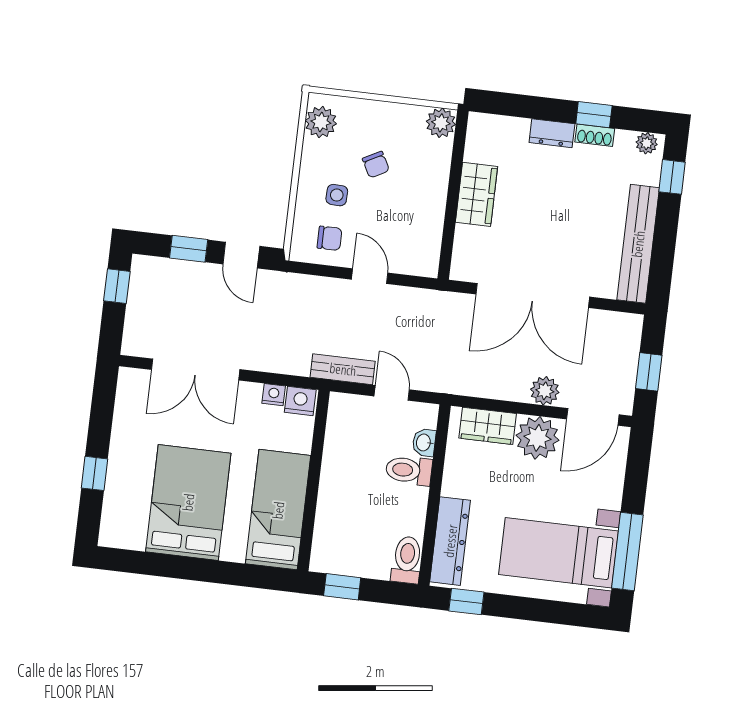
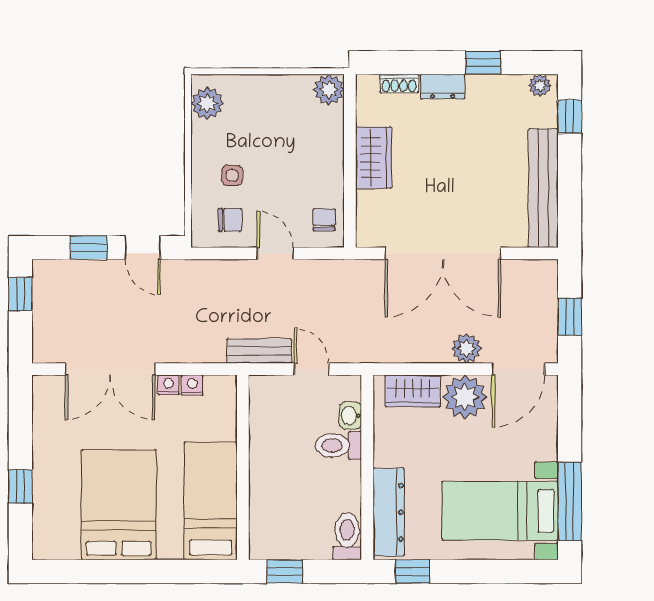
shoe rack: (595, 135) -> (399, 84), moved
chair: (376, 165) -> (324, 220), moved, turned -152
nightstand: (300, 401) -> (169, 385), moved, width x0.72, depth x0.74

